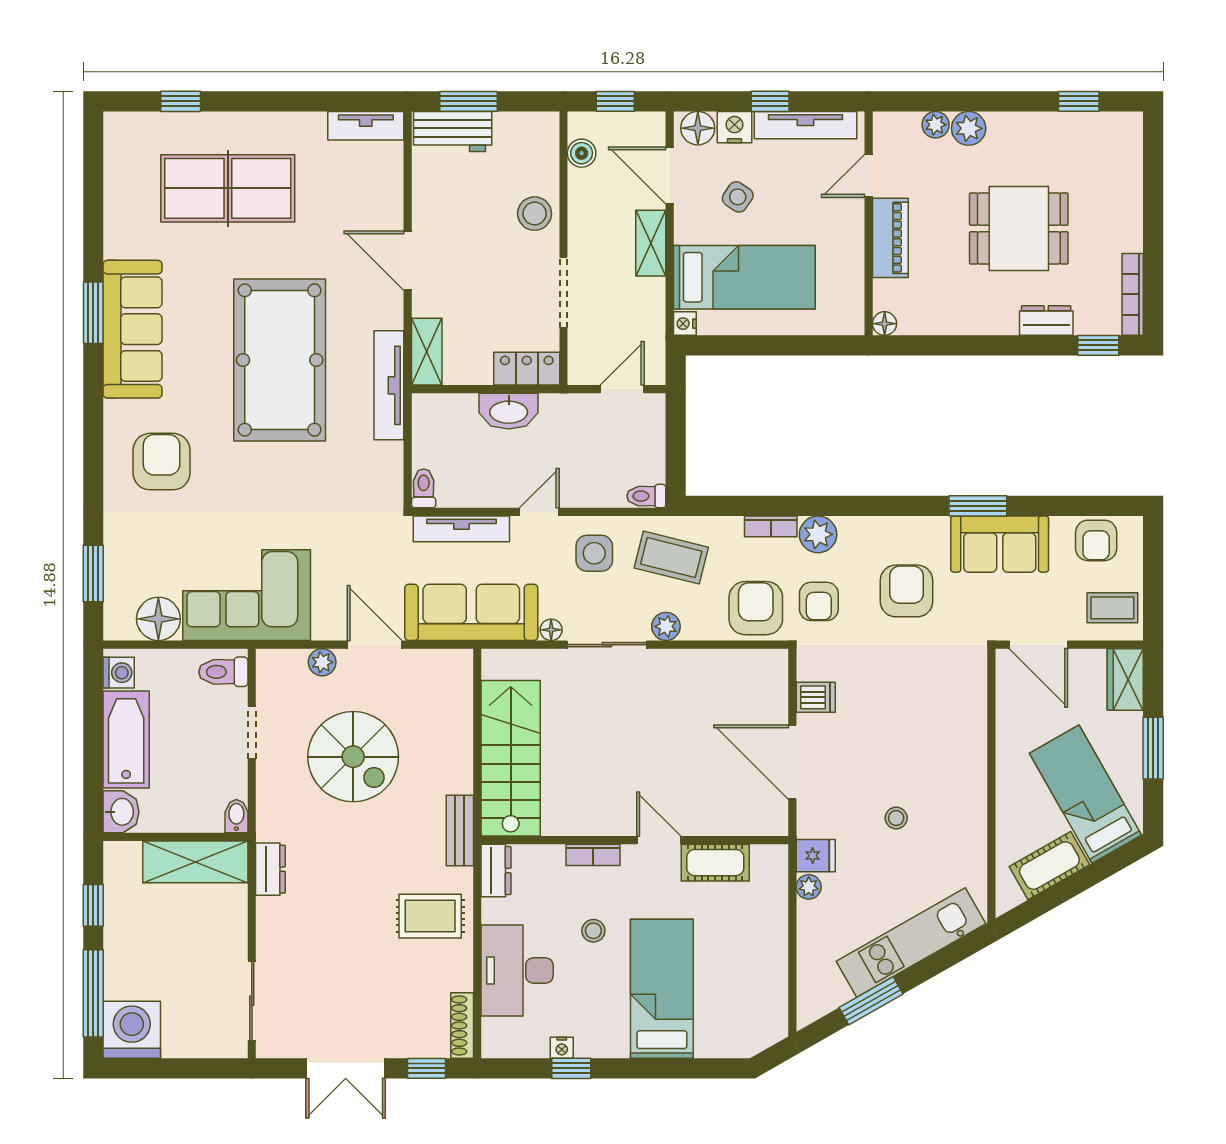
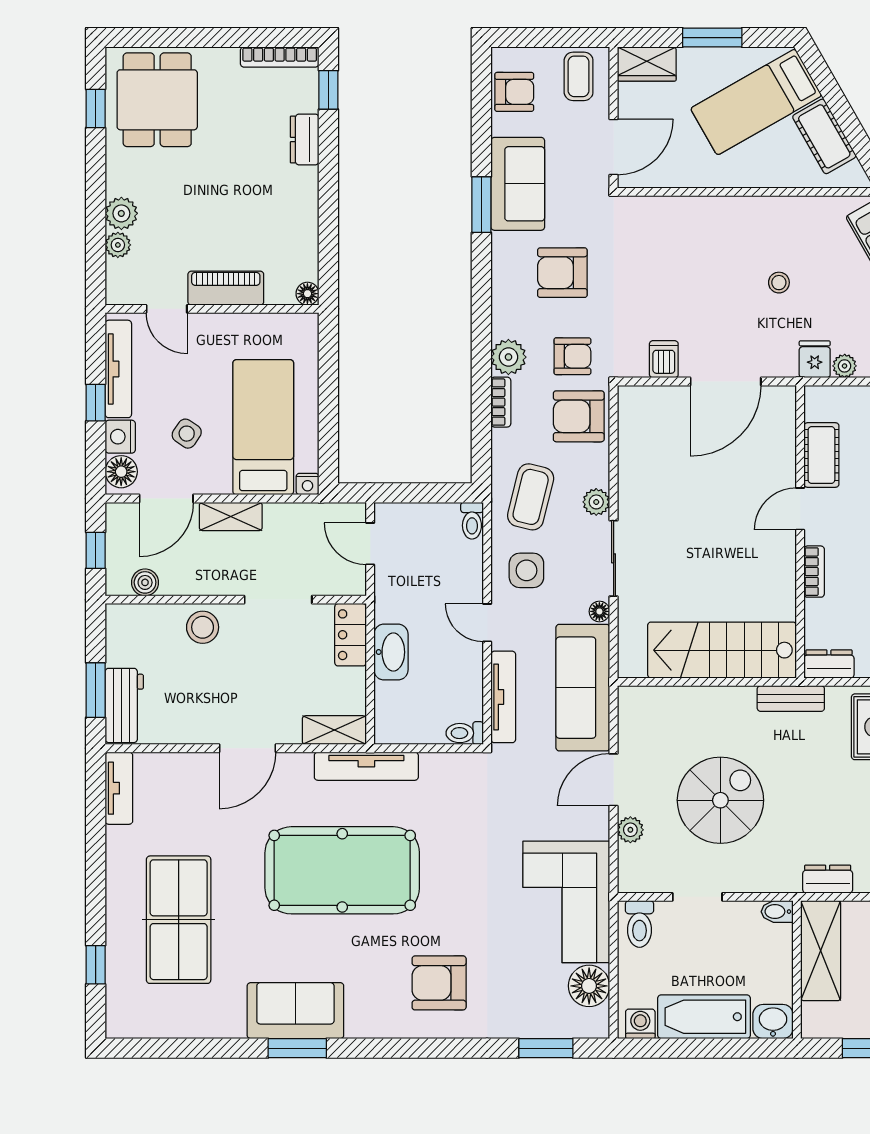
dining table: (1019, 228) -> (157, 100), moved
sofa: (132, 329) -> (295, 1011), width x0.73

